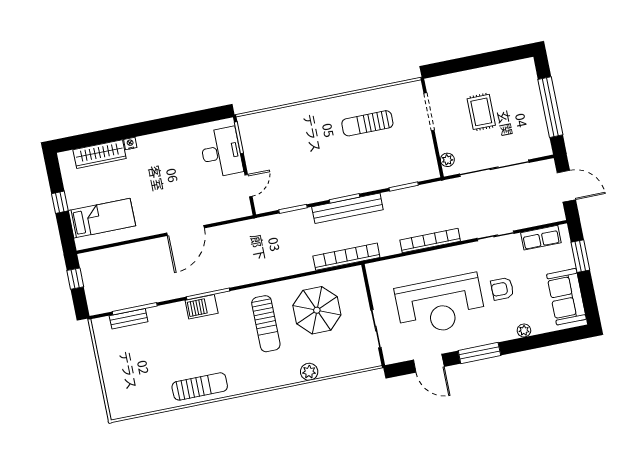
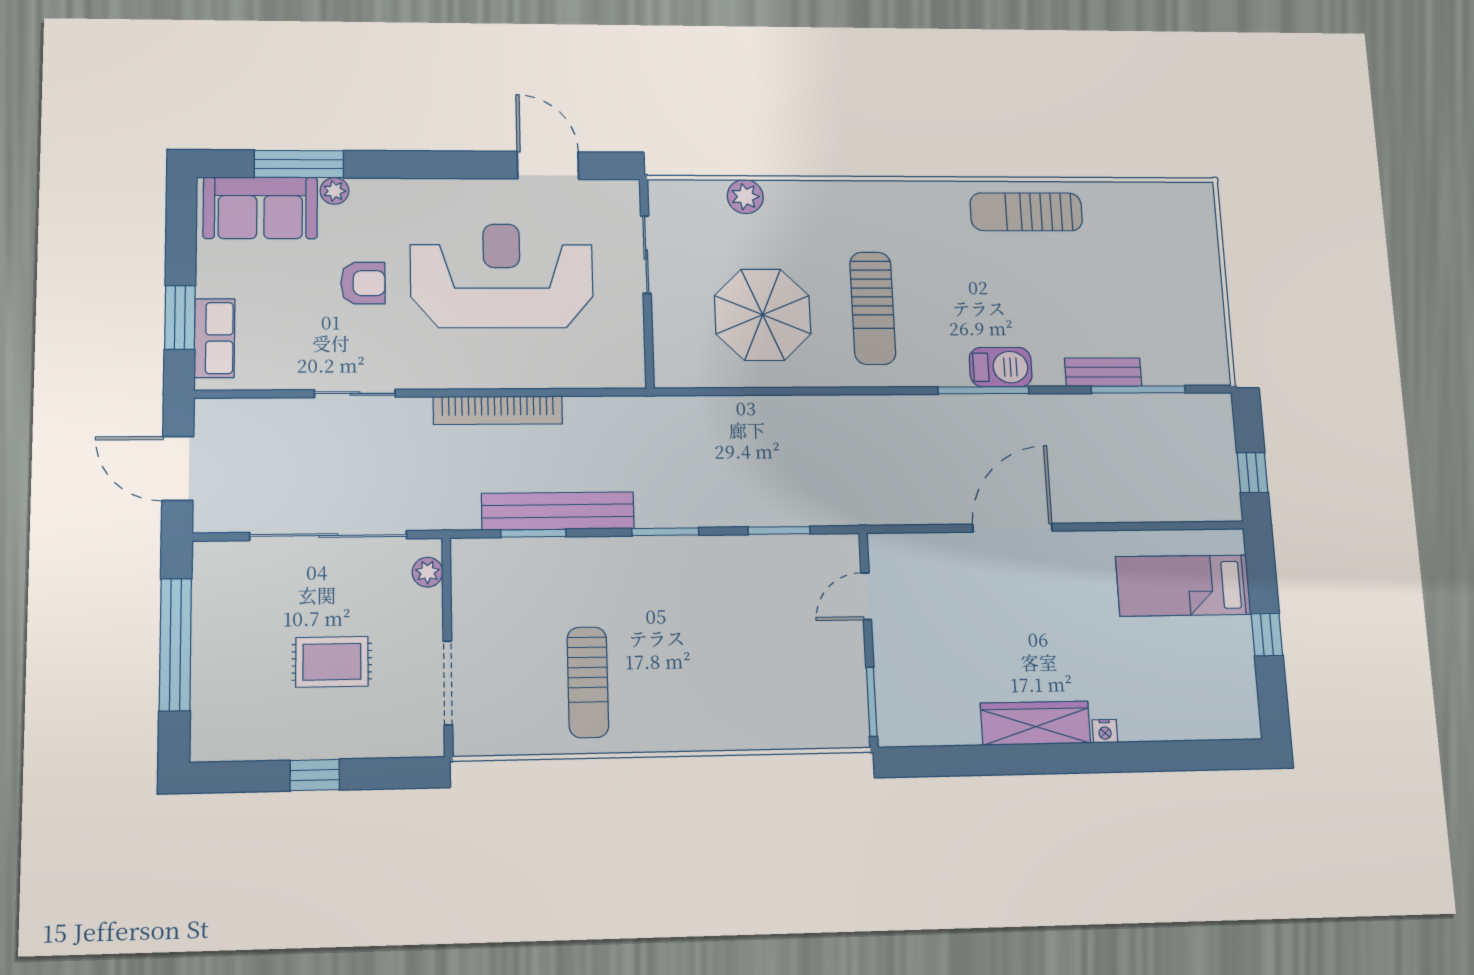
window: (479, 61) -> (315, 775), added
rug: (481, 112) -> (332, 662), turned 90
sun lounger: (367, 123) -> (588, 682), turned 90
desk: (221, 152) -> (914, 677), removed
wardrobe: (100, 154) -> (1035, 723), moved
bench: (347, 208) -> (558, 511), moved
row of seats: (541, 238) -> (214, 338), moved, turned 90
bookcase: (346, 257) -> (682, 411), removed
sofa: (566, 297) -> (260, 208), moved, turned 90
bench: (129, 319) -> (1103, 372), moved
sun lounger: (266, 324) -> (873, 308), turned 180
window: (479, 353) -> (299, 164), moved
plant: (309, 372) -> (745, 197), moved

